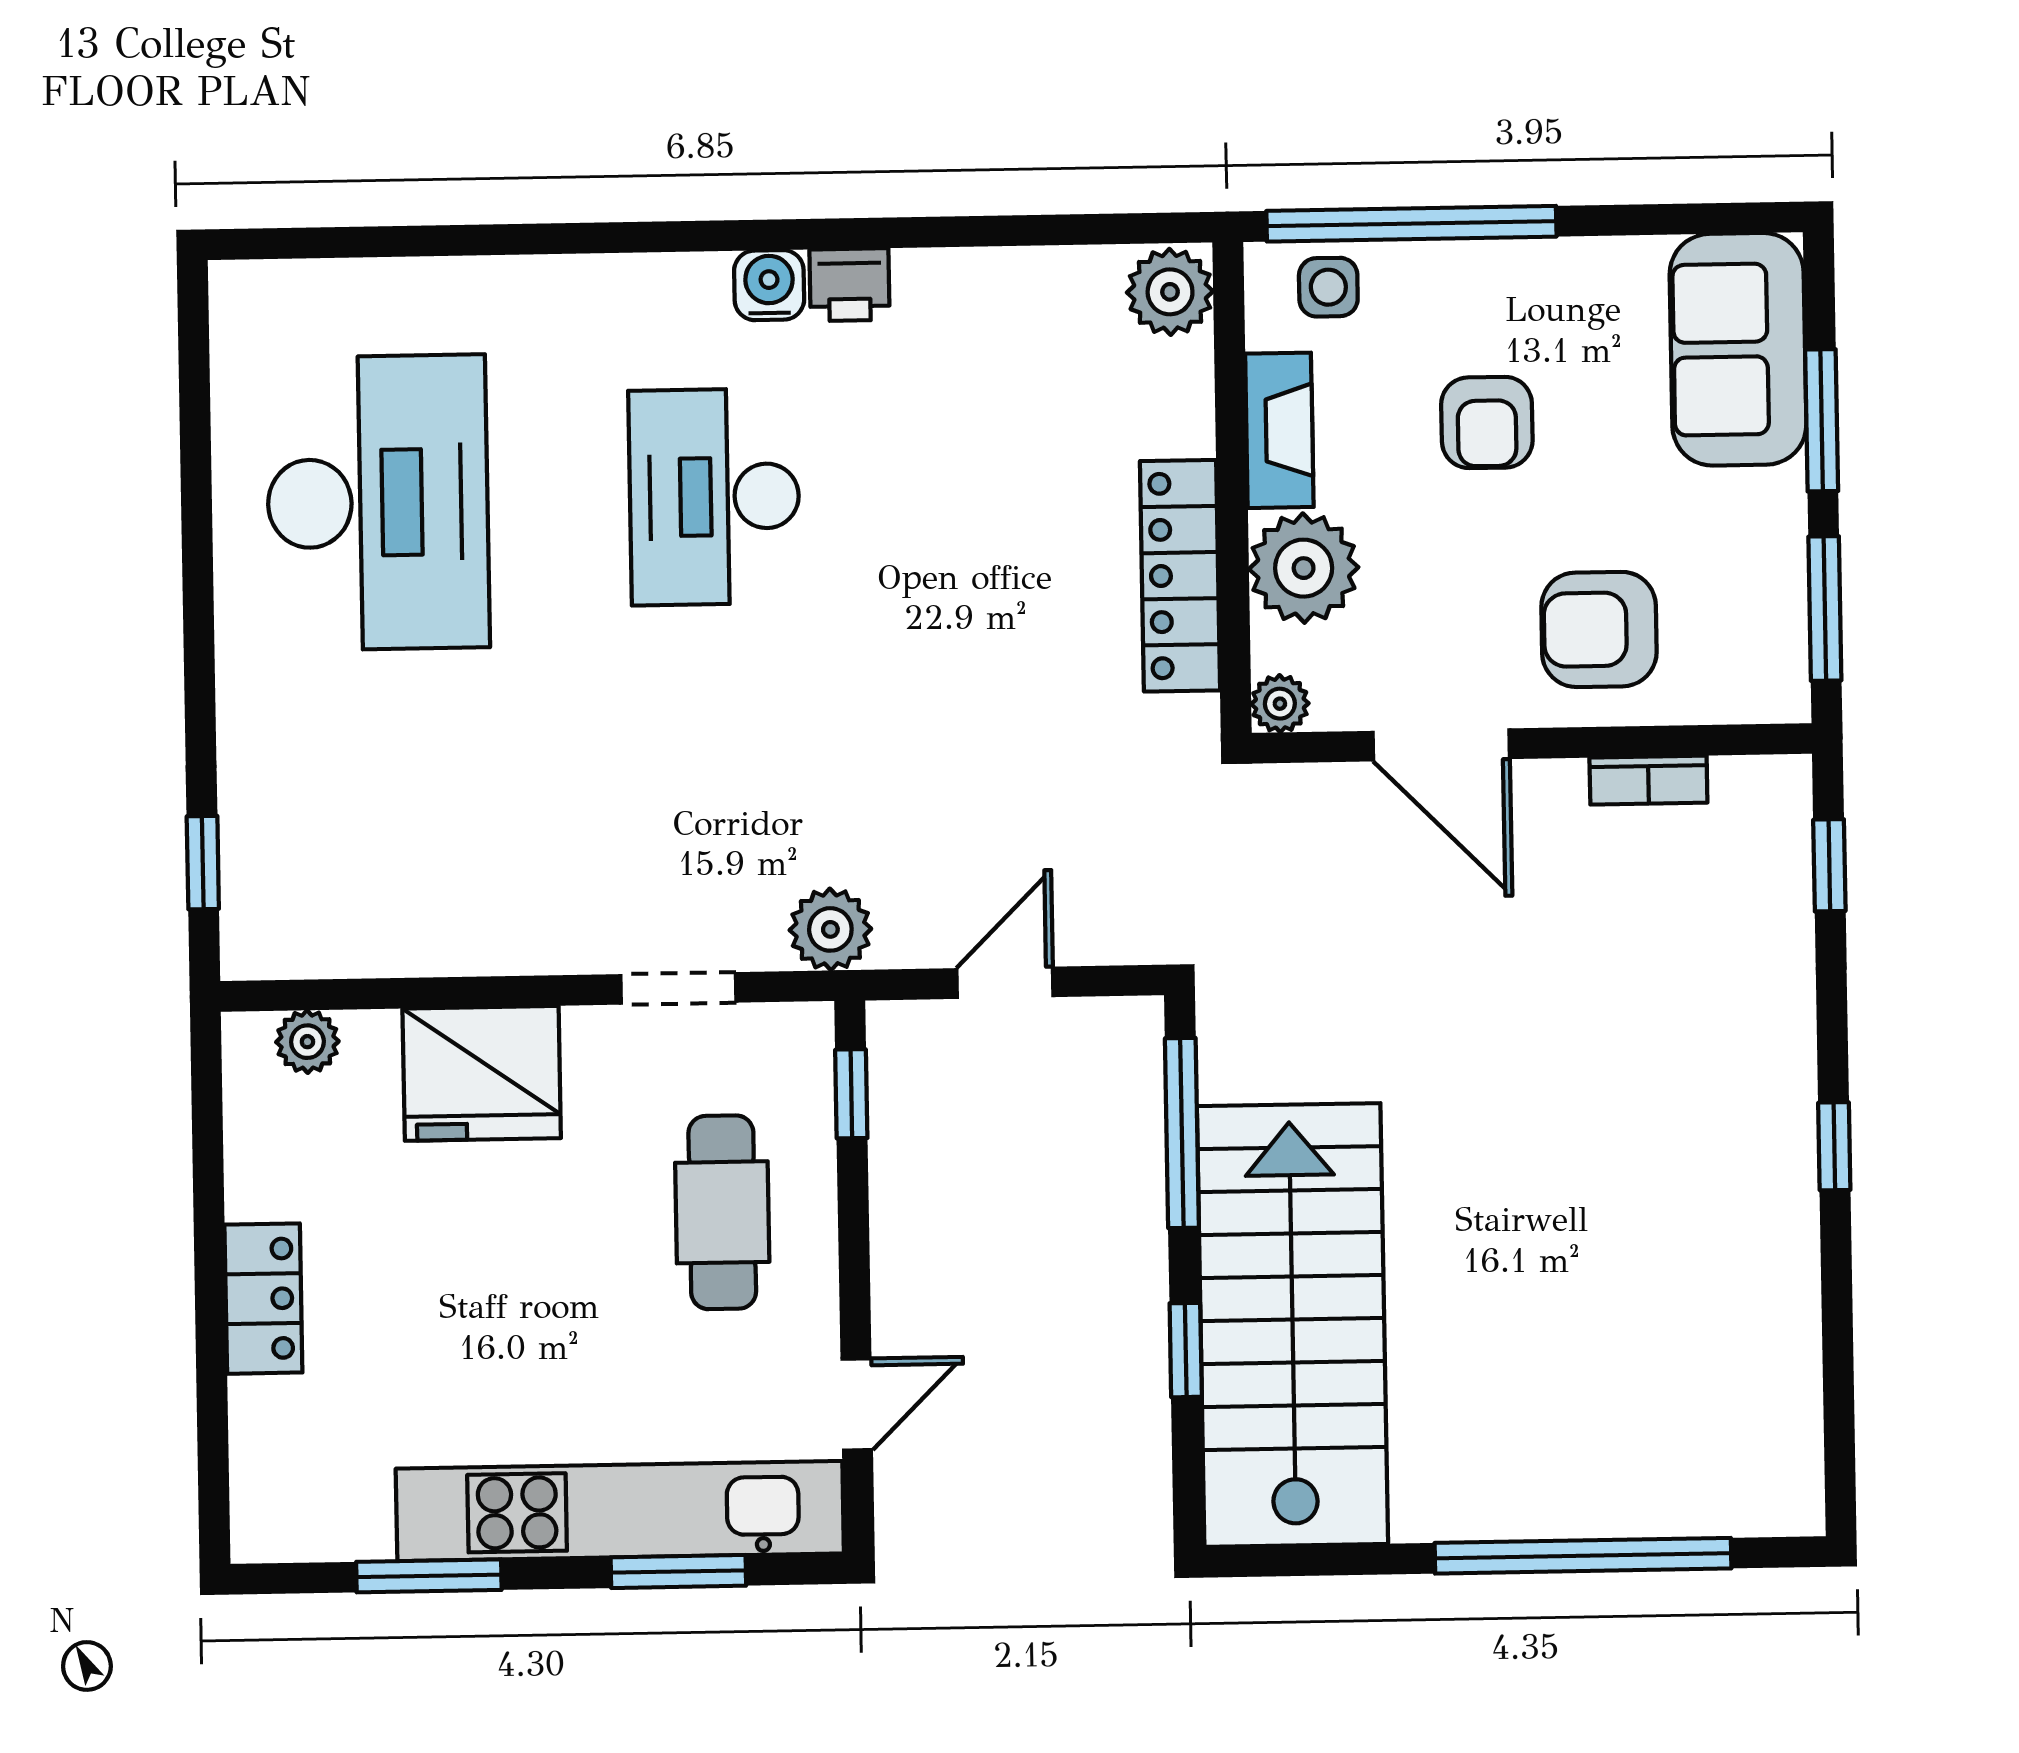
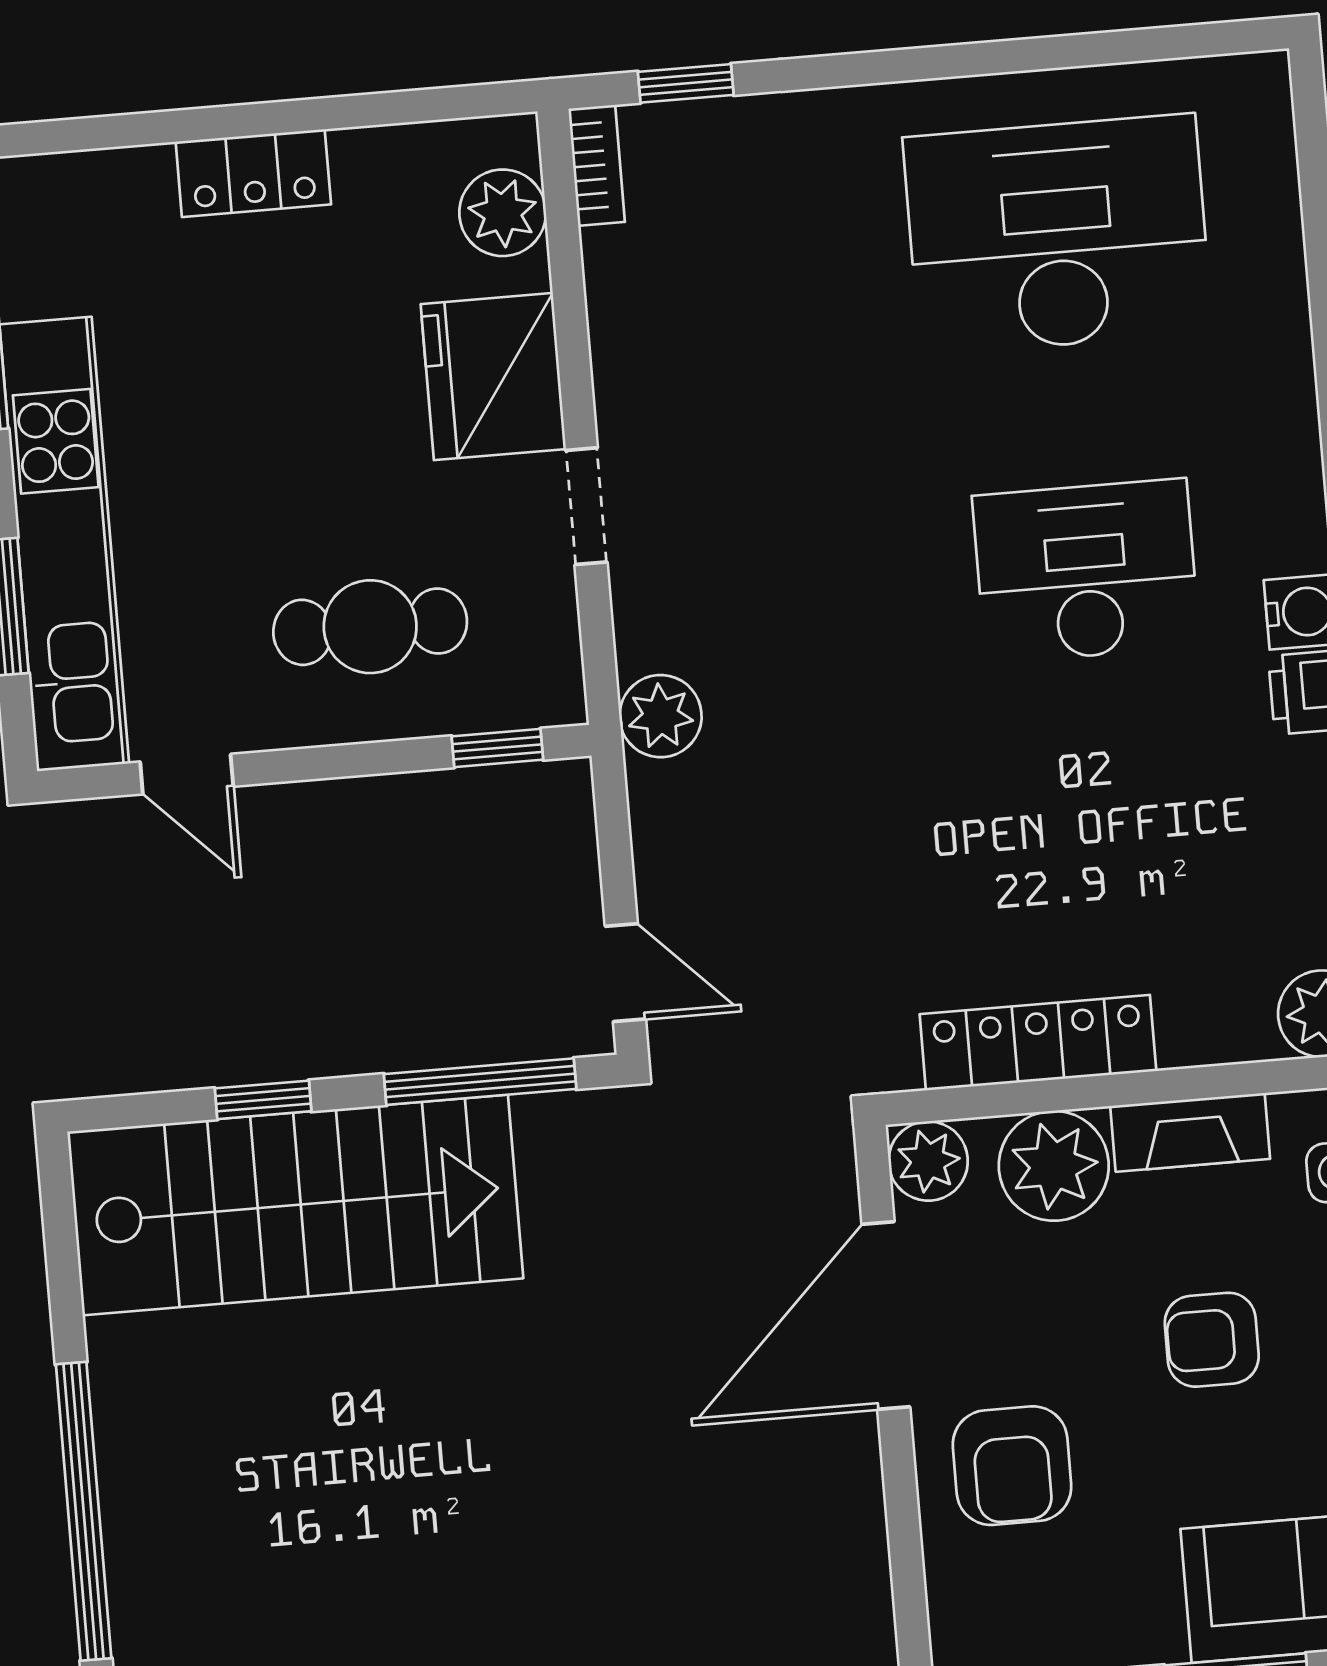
desk: (378, 503) -> (1058, 235), turned 180
armchair: (1599, 629) -> (1012, 1466), turned 180
plant: (1280, 704) -> (928, 1161), width x1.38, depth x1.38
door: (1441, 745) -> (886, 1315), width x1.36
bookcase: (1648, 780) -> (597, 165), moved, turned 180
door: (1005, 983) -> (625, 973), moved
doorway: (678, 988) -> (586, 506), moved
plant: (307, 1042) -> (503, 213), width x1.38, depth x1.38

